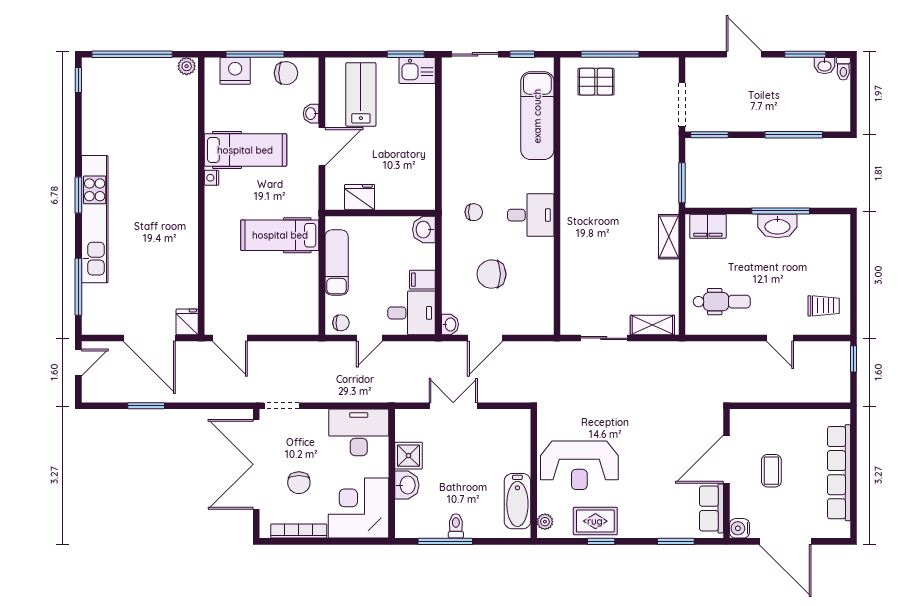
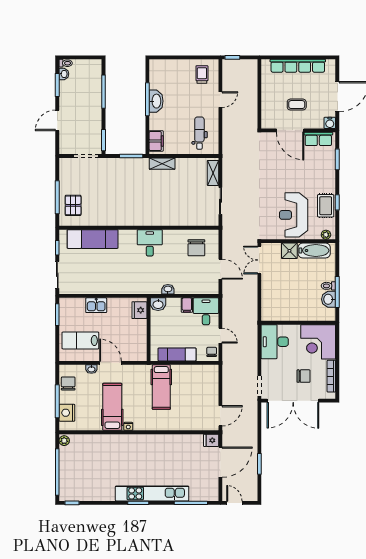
kitchen sink: (417, 70) -> (96, 305), moved, turned 90
fridge: (360, 197) -> (139, 310), moved
chair: (474, 212) -> (148, 276), removed
chair: (491, 274) -> (196, 248), moved
washbasin: (450, 324) -> (168, 289), moved
double door: (453, 406) -> (259, 260), moved
shower: (409, 456) -> (289, 251), moved
reception desk: (579, 465) -> (294, 215), turned 180
washbasin: (407, 485) -> (329, 299), moved, turned -90

